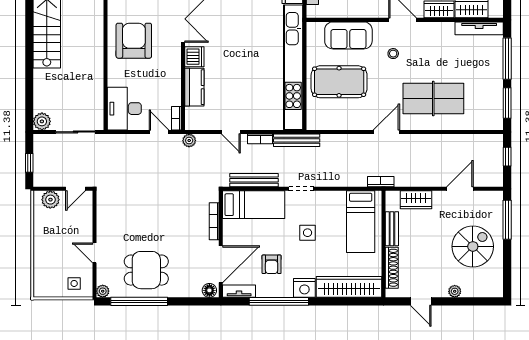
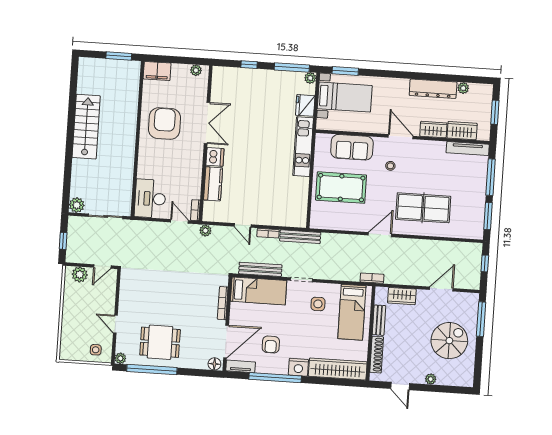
armchair: (134, 41) -> (165, 124), moved
kitchen unit: (293, 67) -> (303, 147), width x0.54
side table: (308, 233) -> (318, 304), moved

